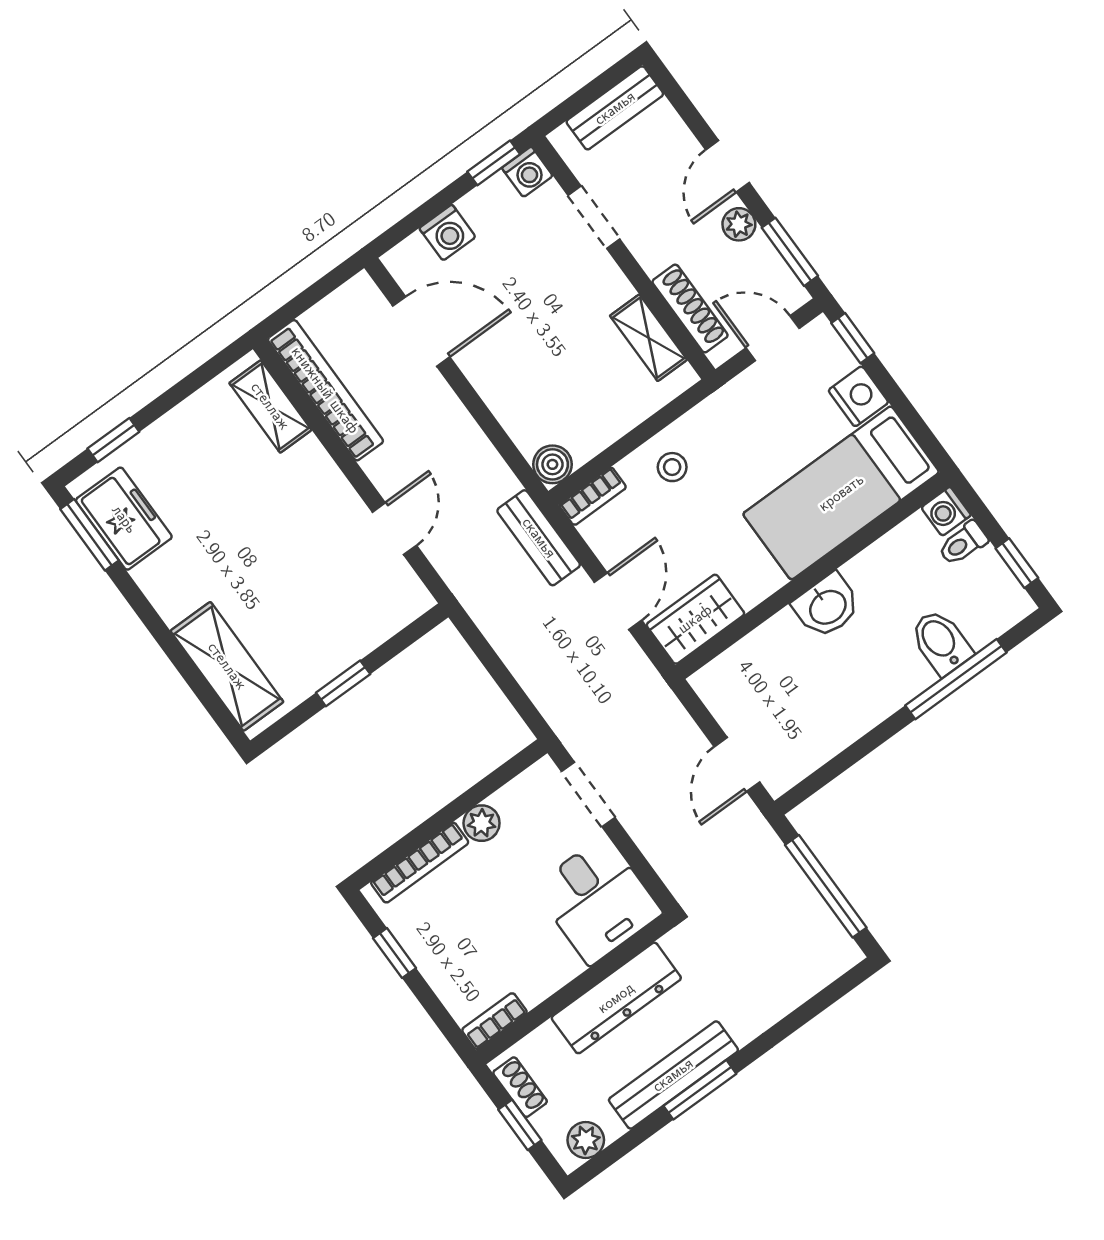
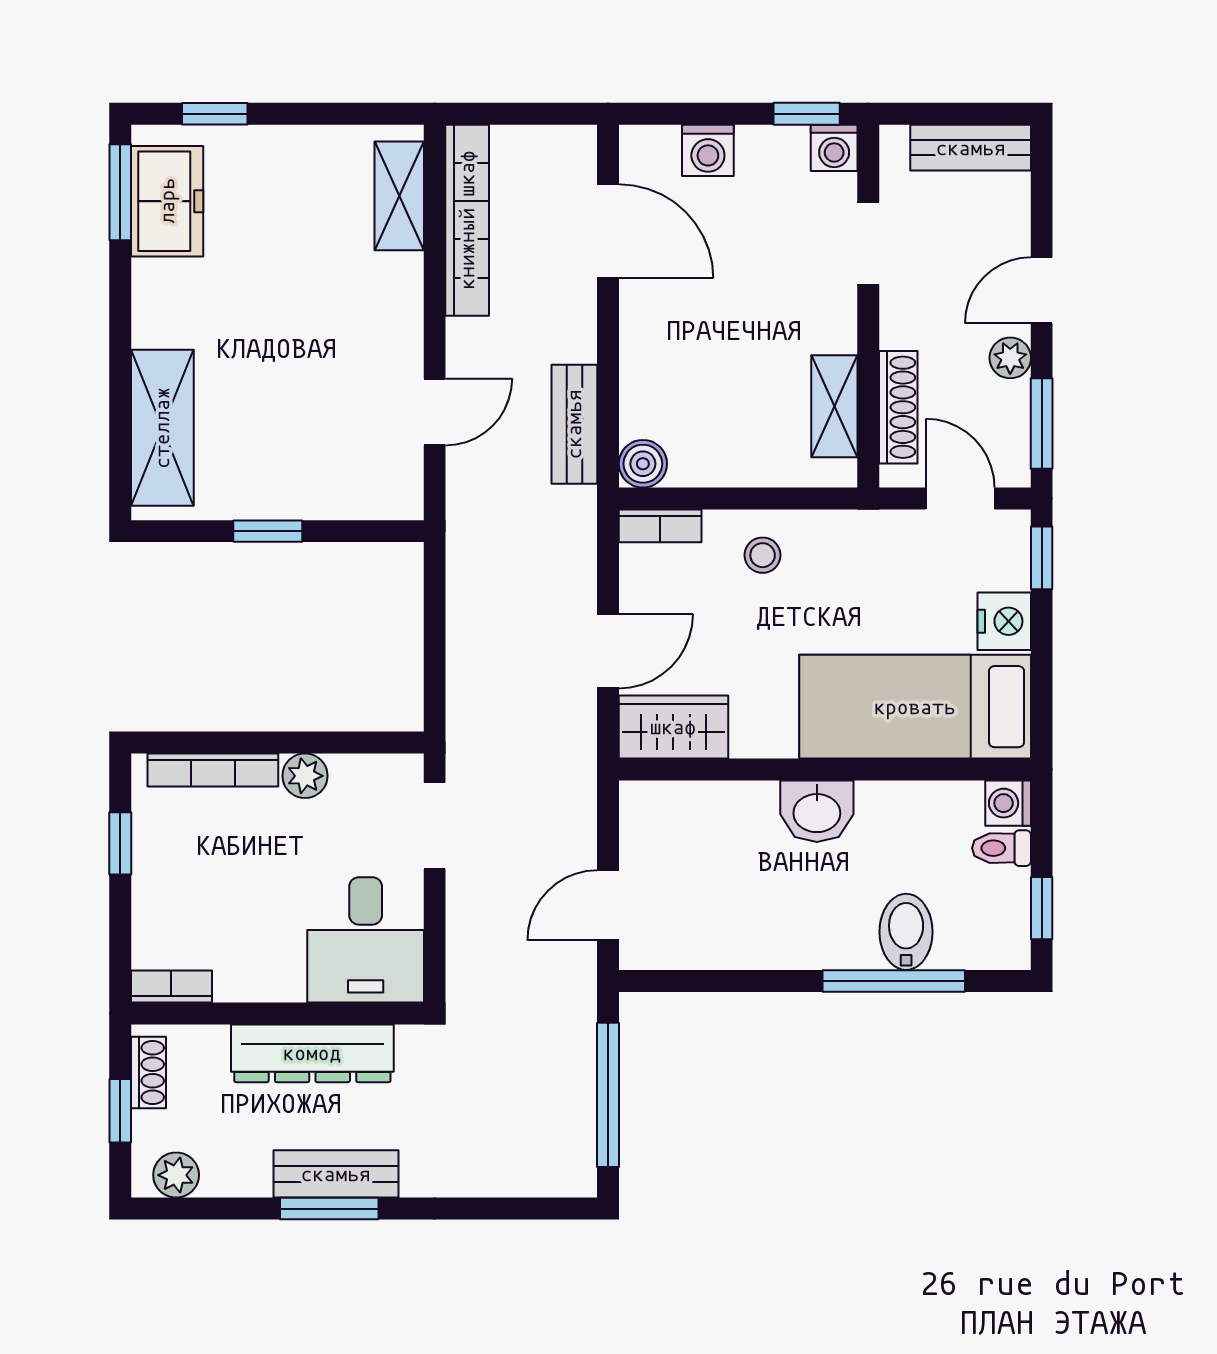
bench: (539, 538) -> (574, 424), moved
bench: (673, 1075) -> (336, 1174), width x0.73

